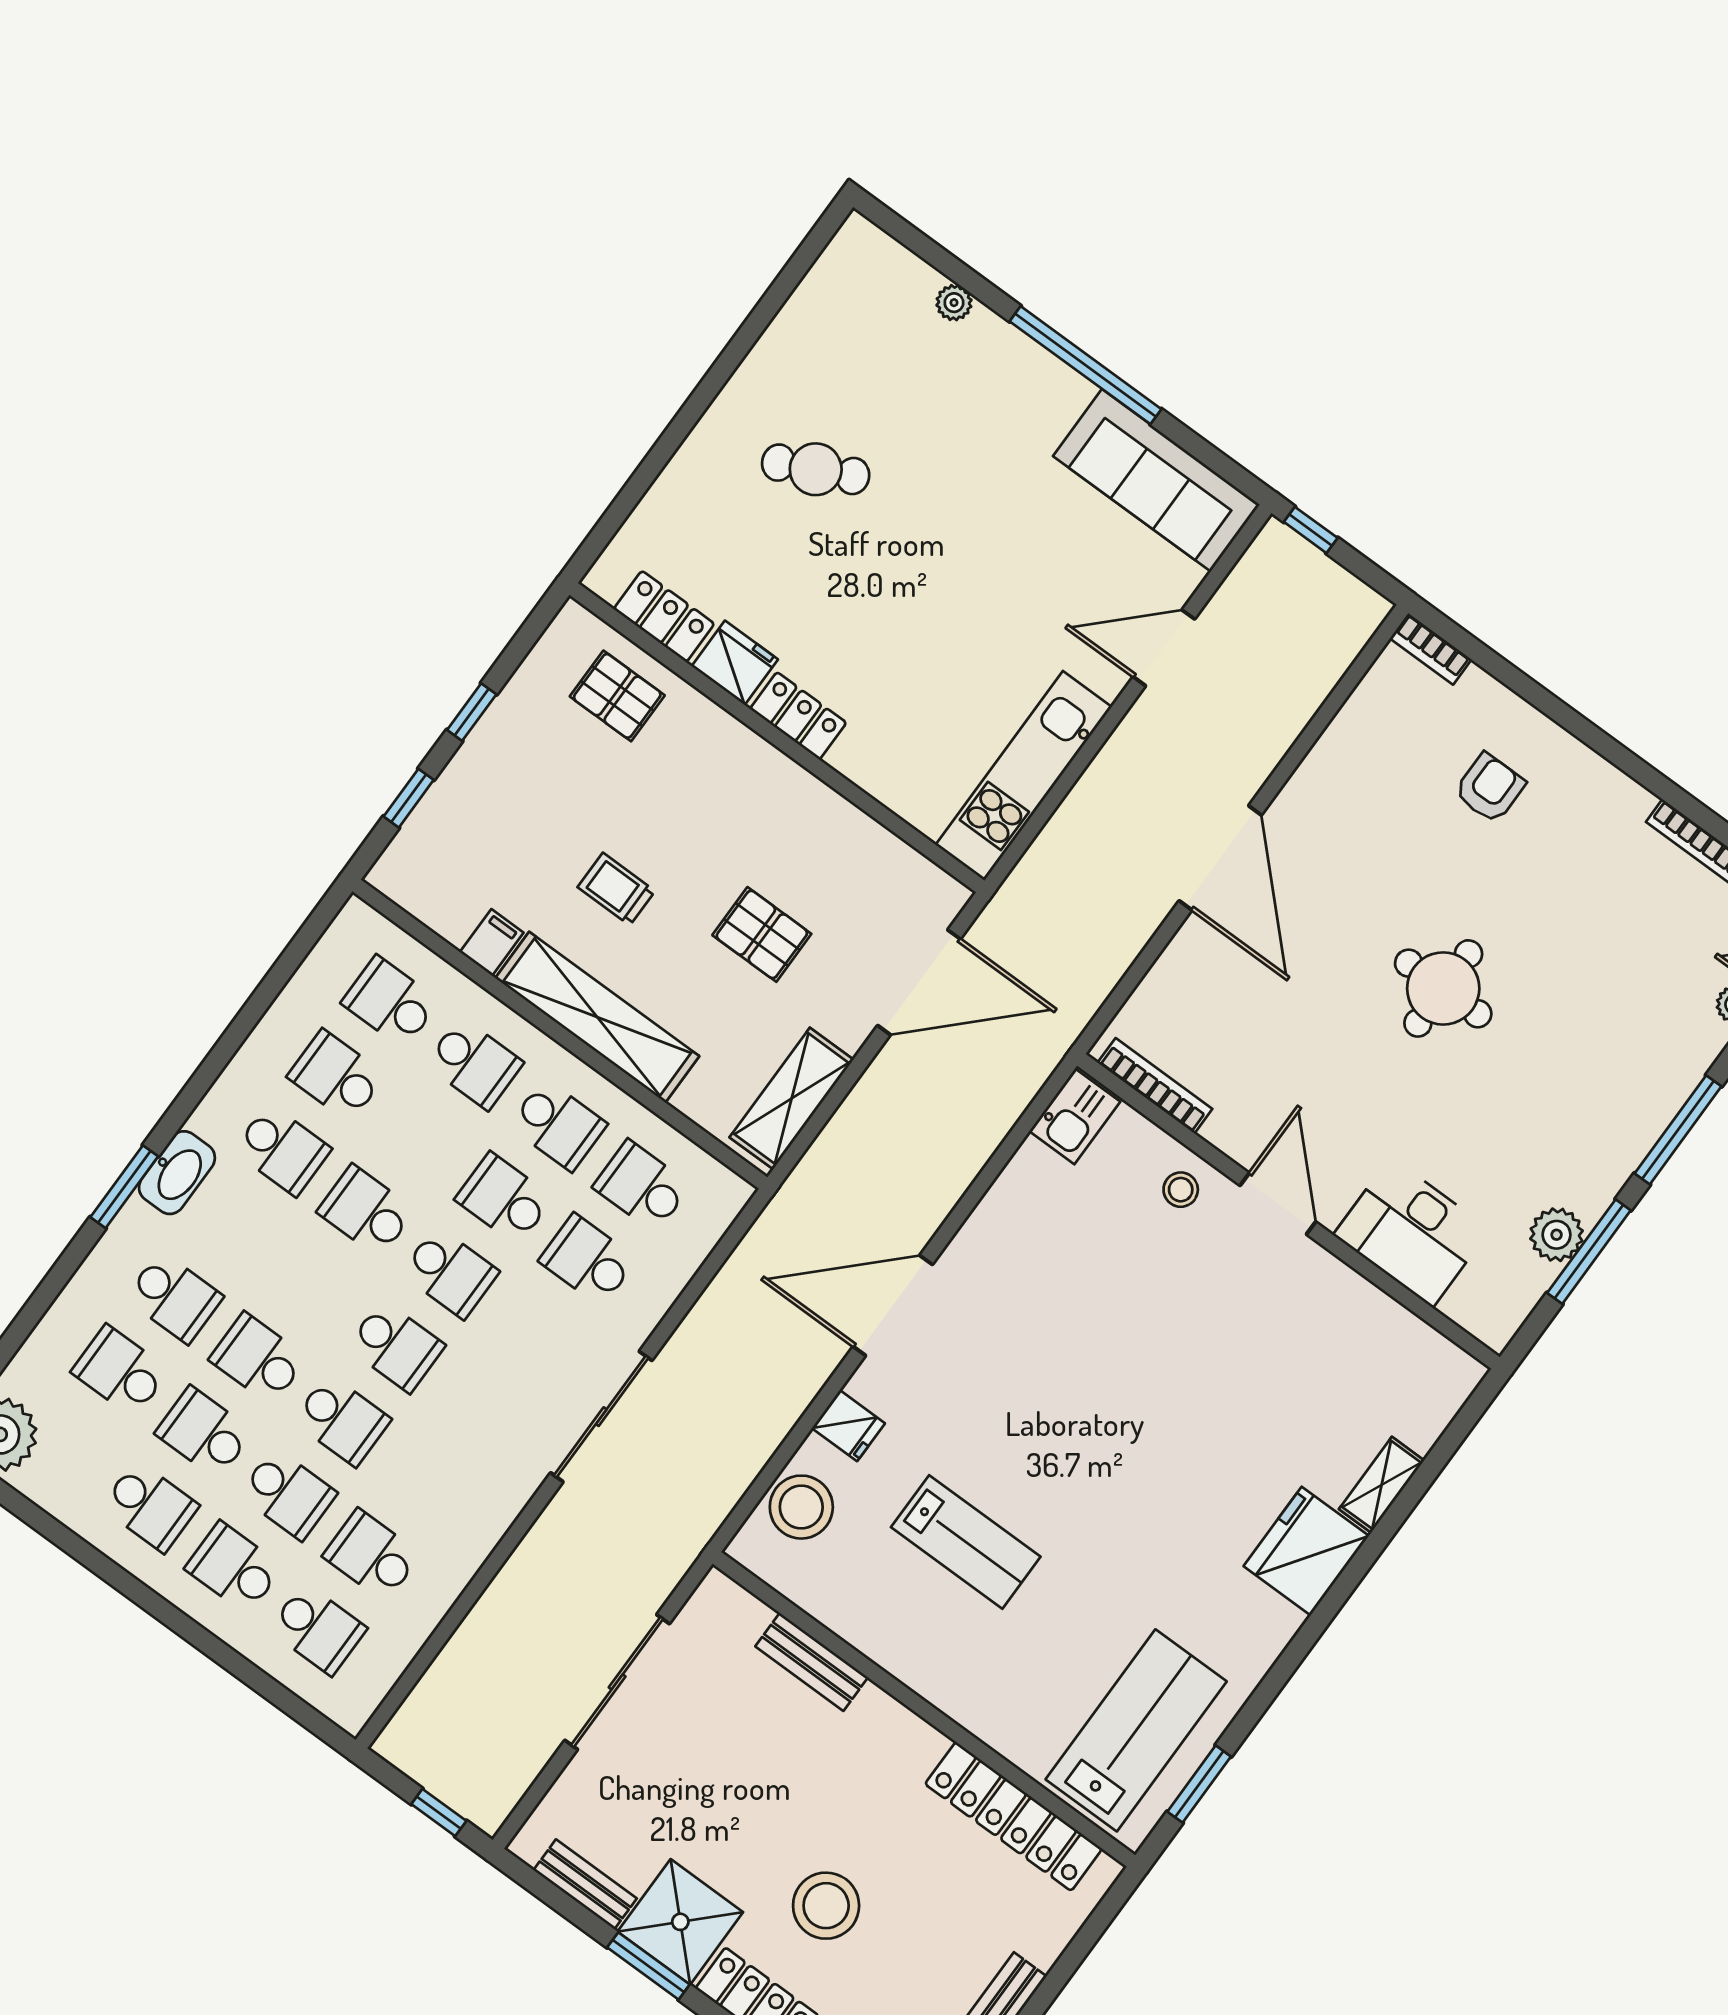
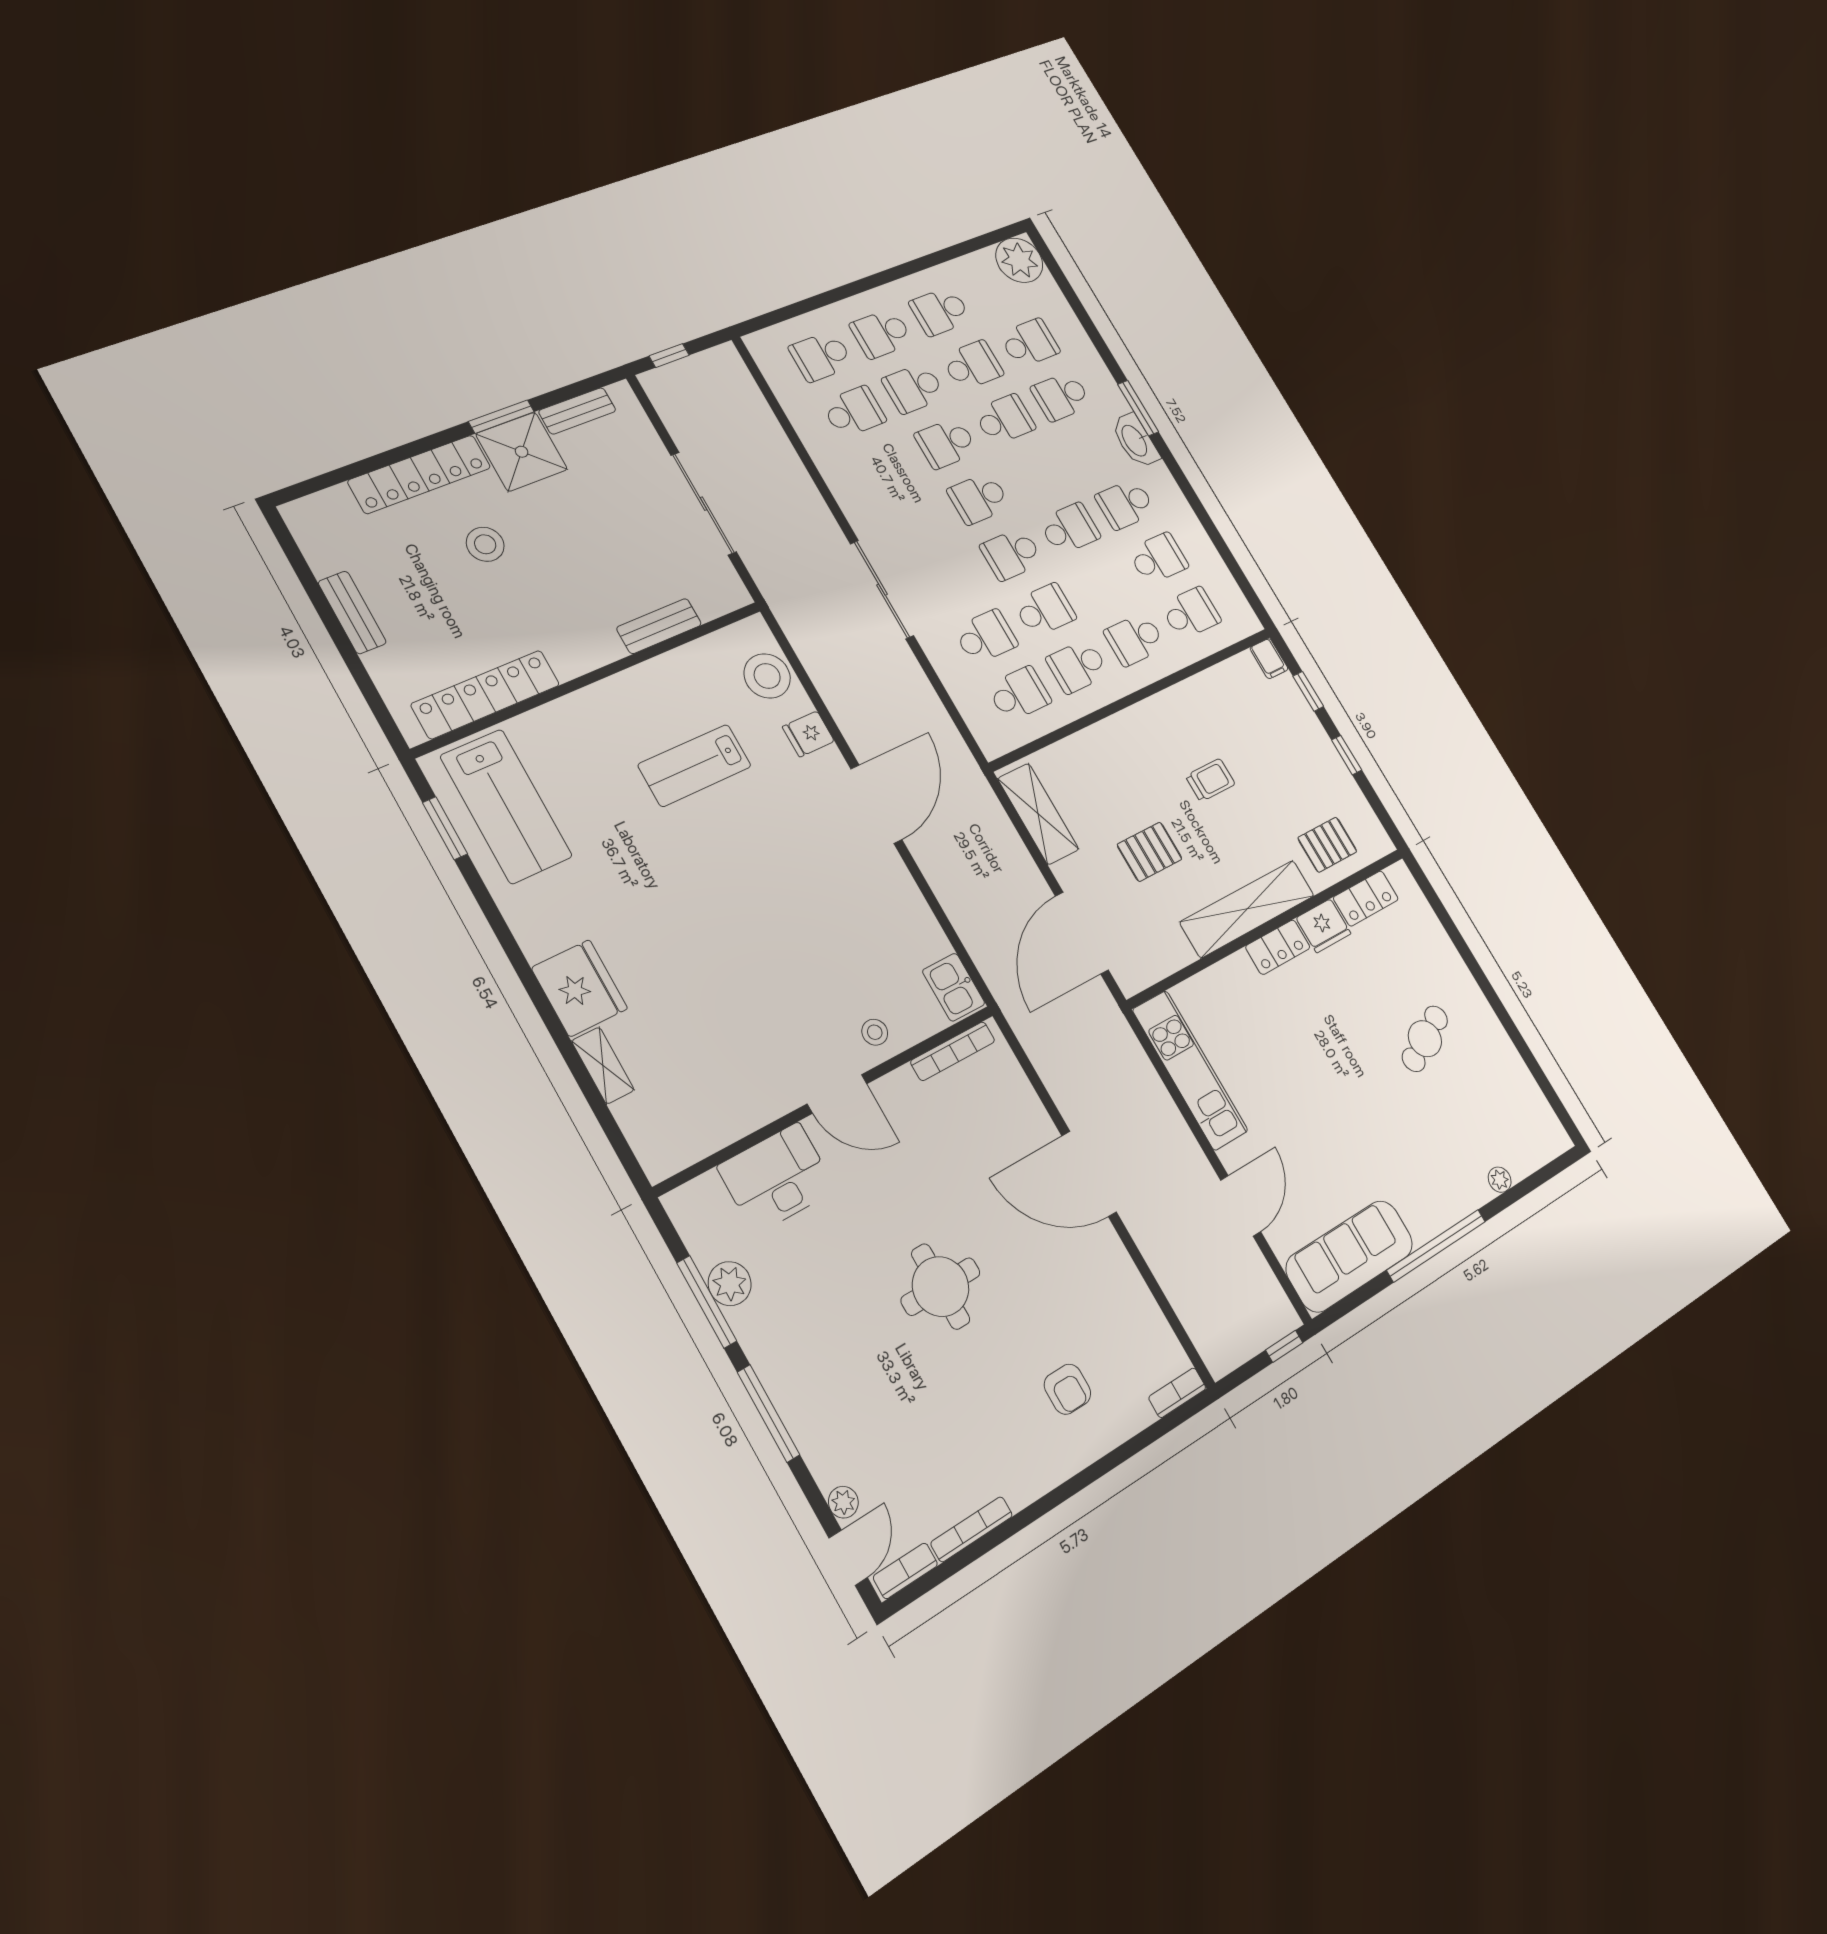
filing cabinet: (492, 942) -> (1269, 659), moved
shelving: (597, 1017) -> (1247, 909), moved
school desk: (234, 1568) -> (882, 334), turned 180
stool: (826, 1906) -> (485, 544), width x0.73, depth x0.73

